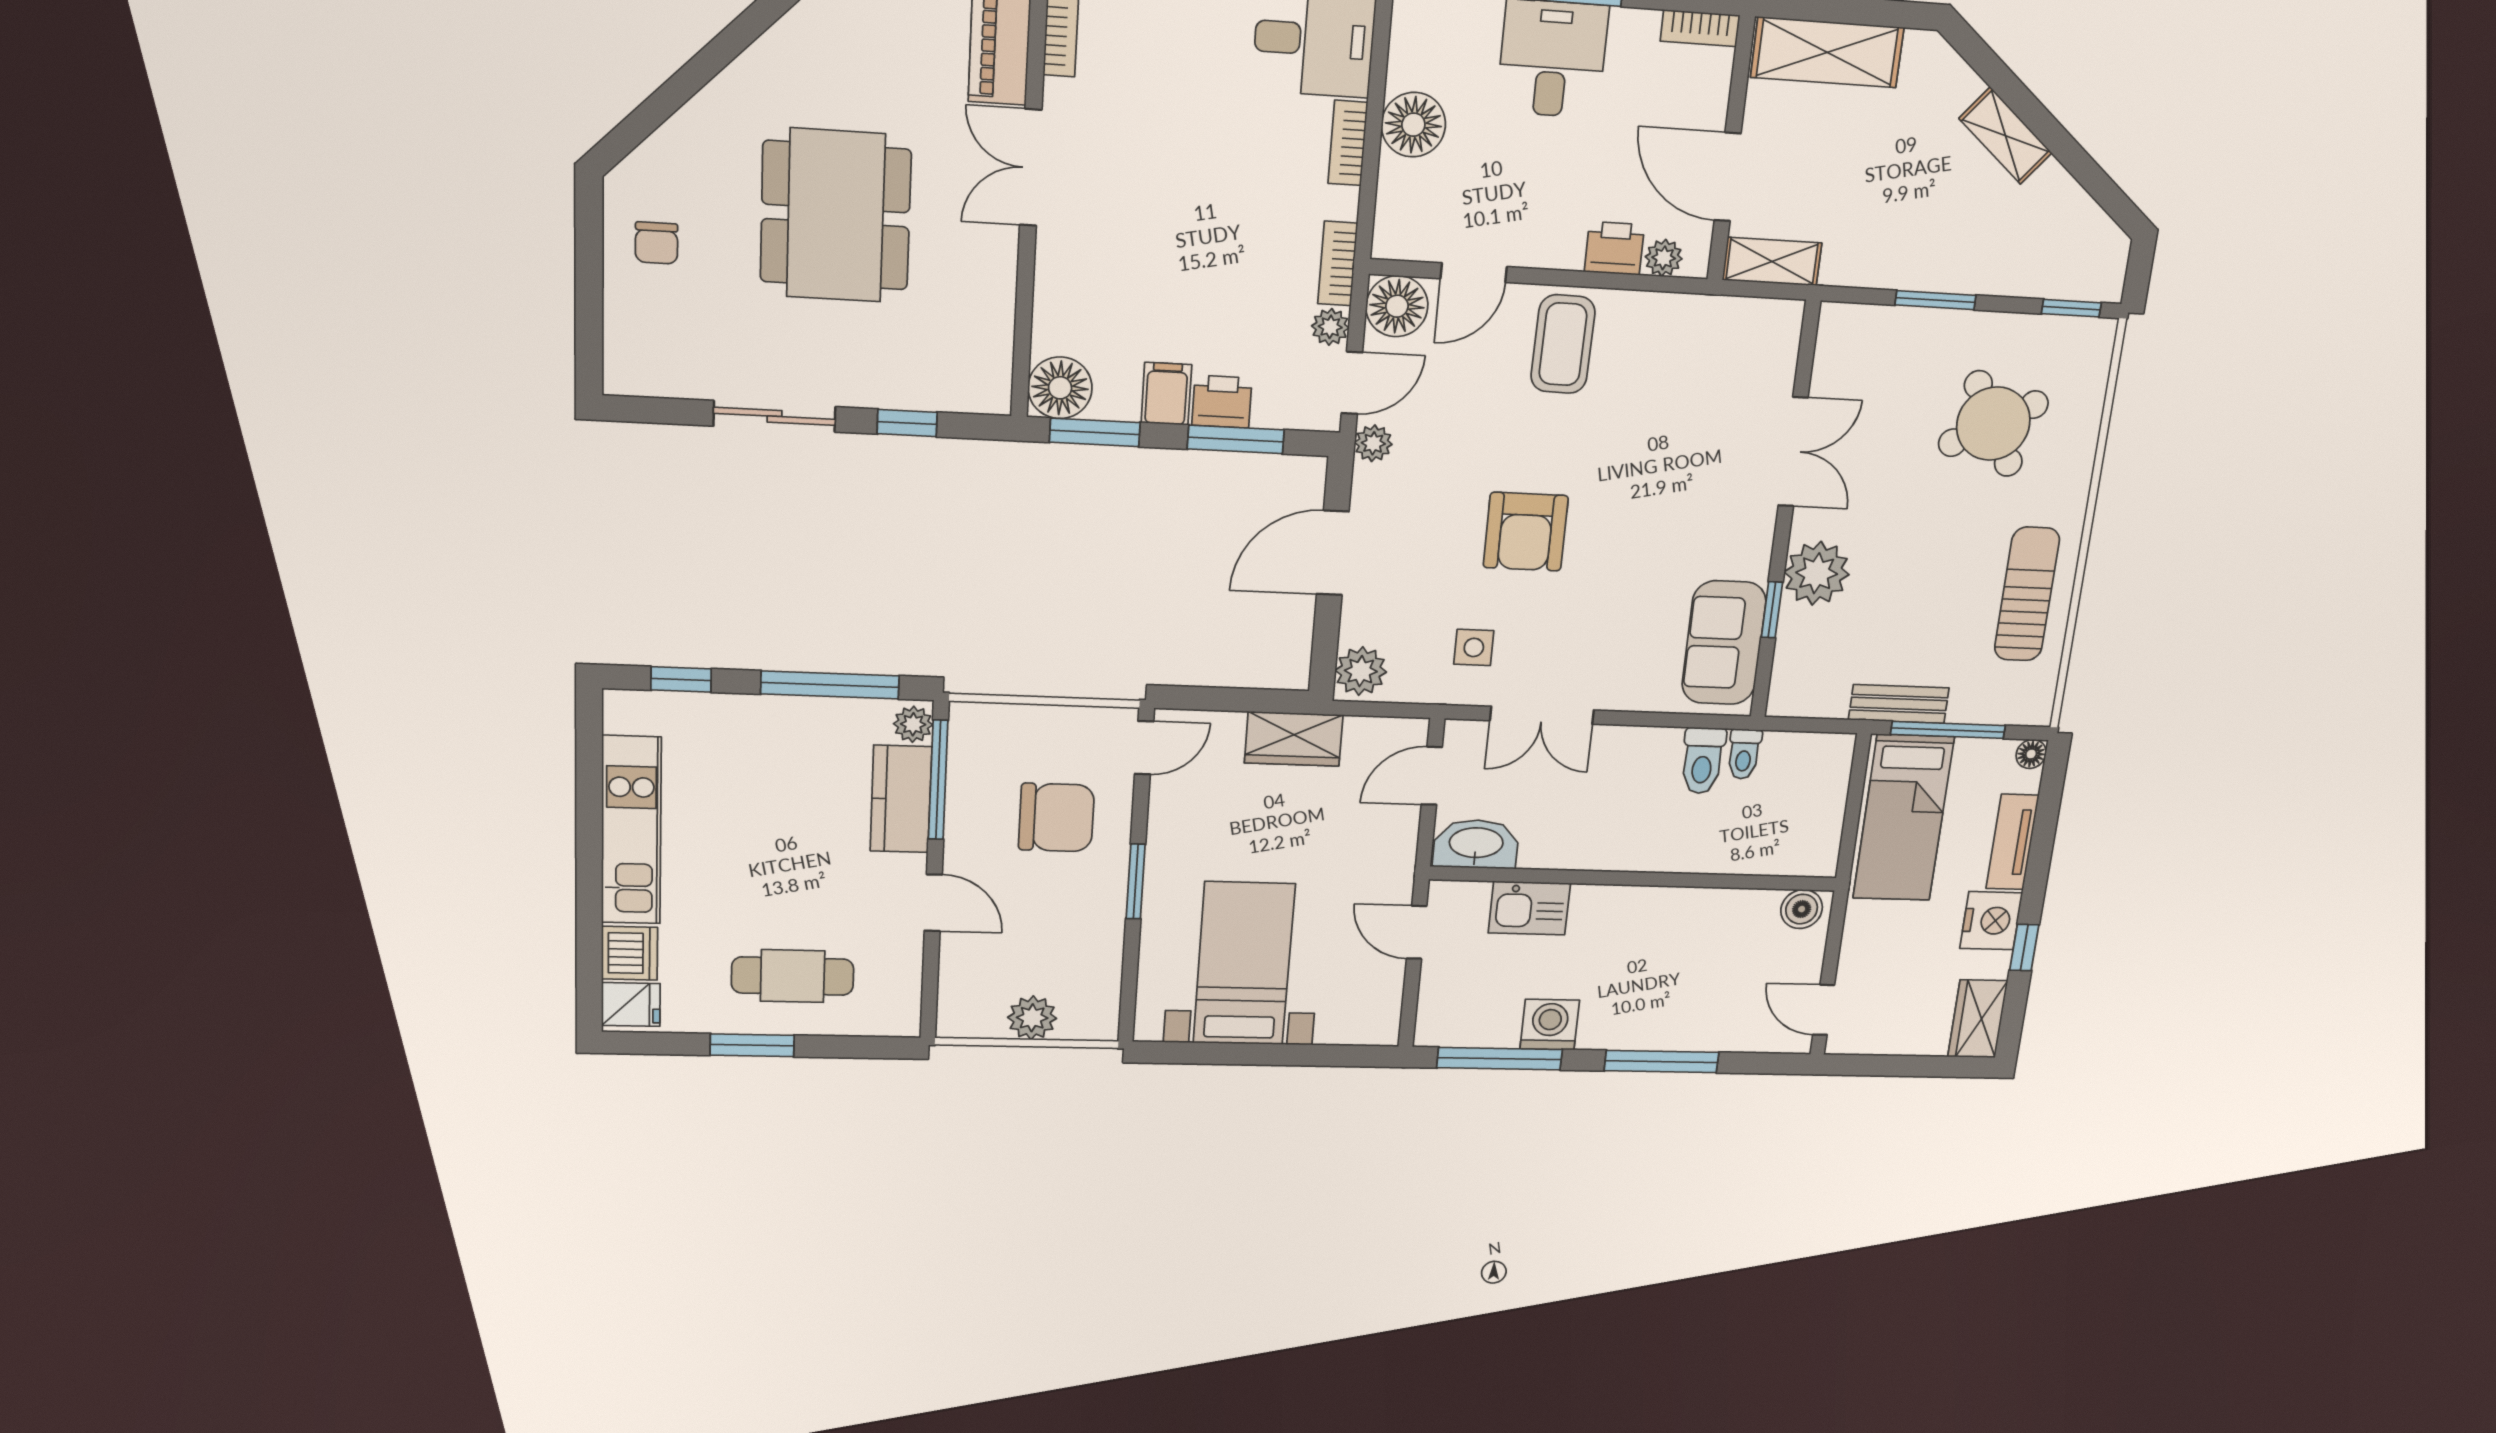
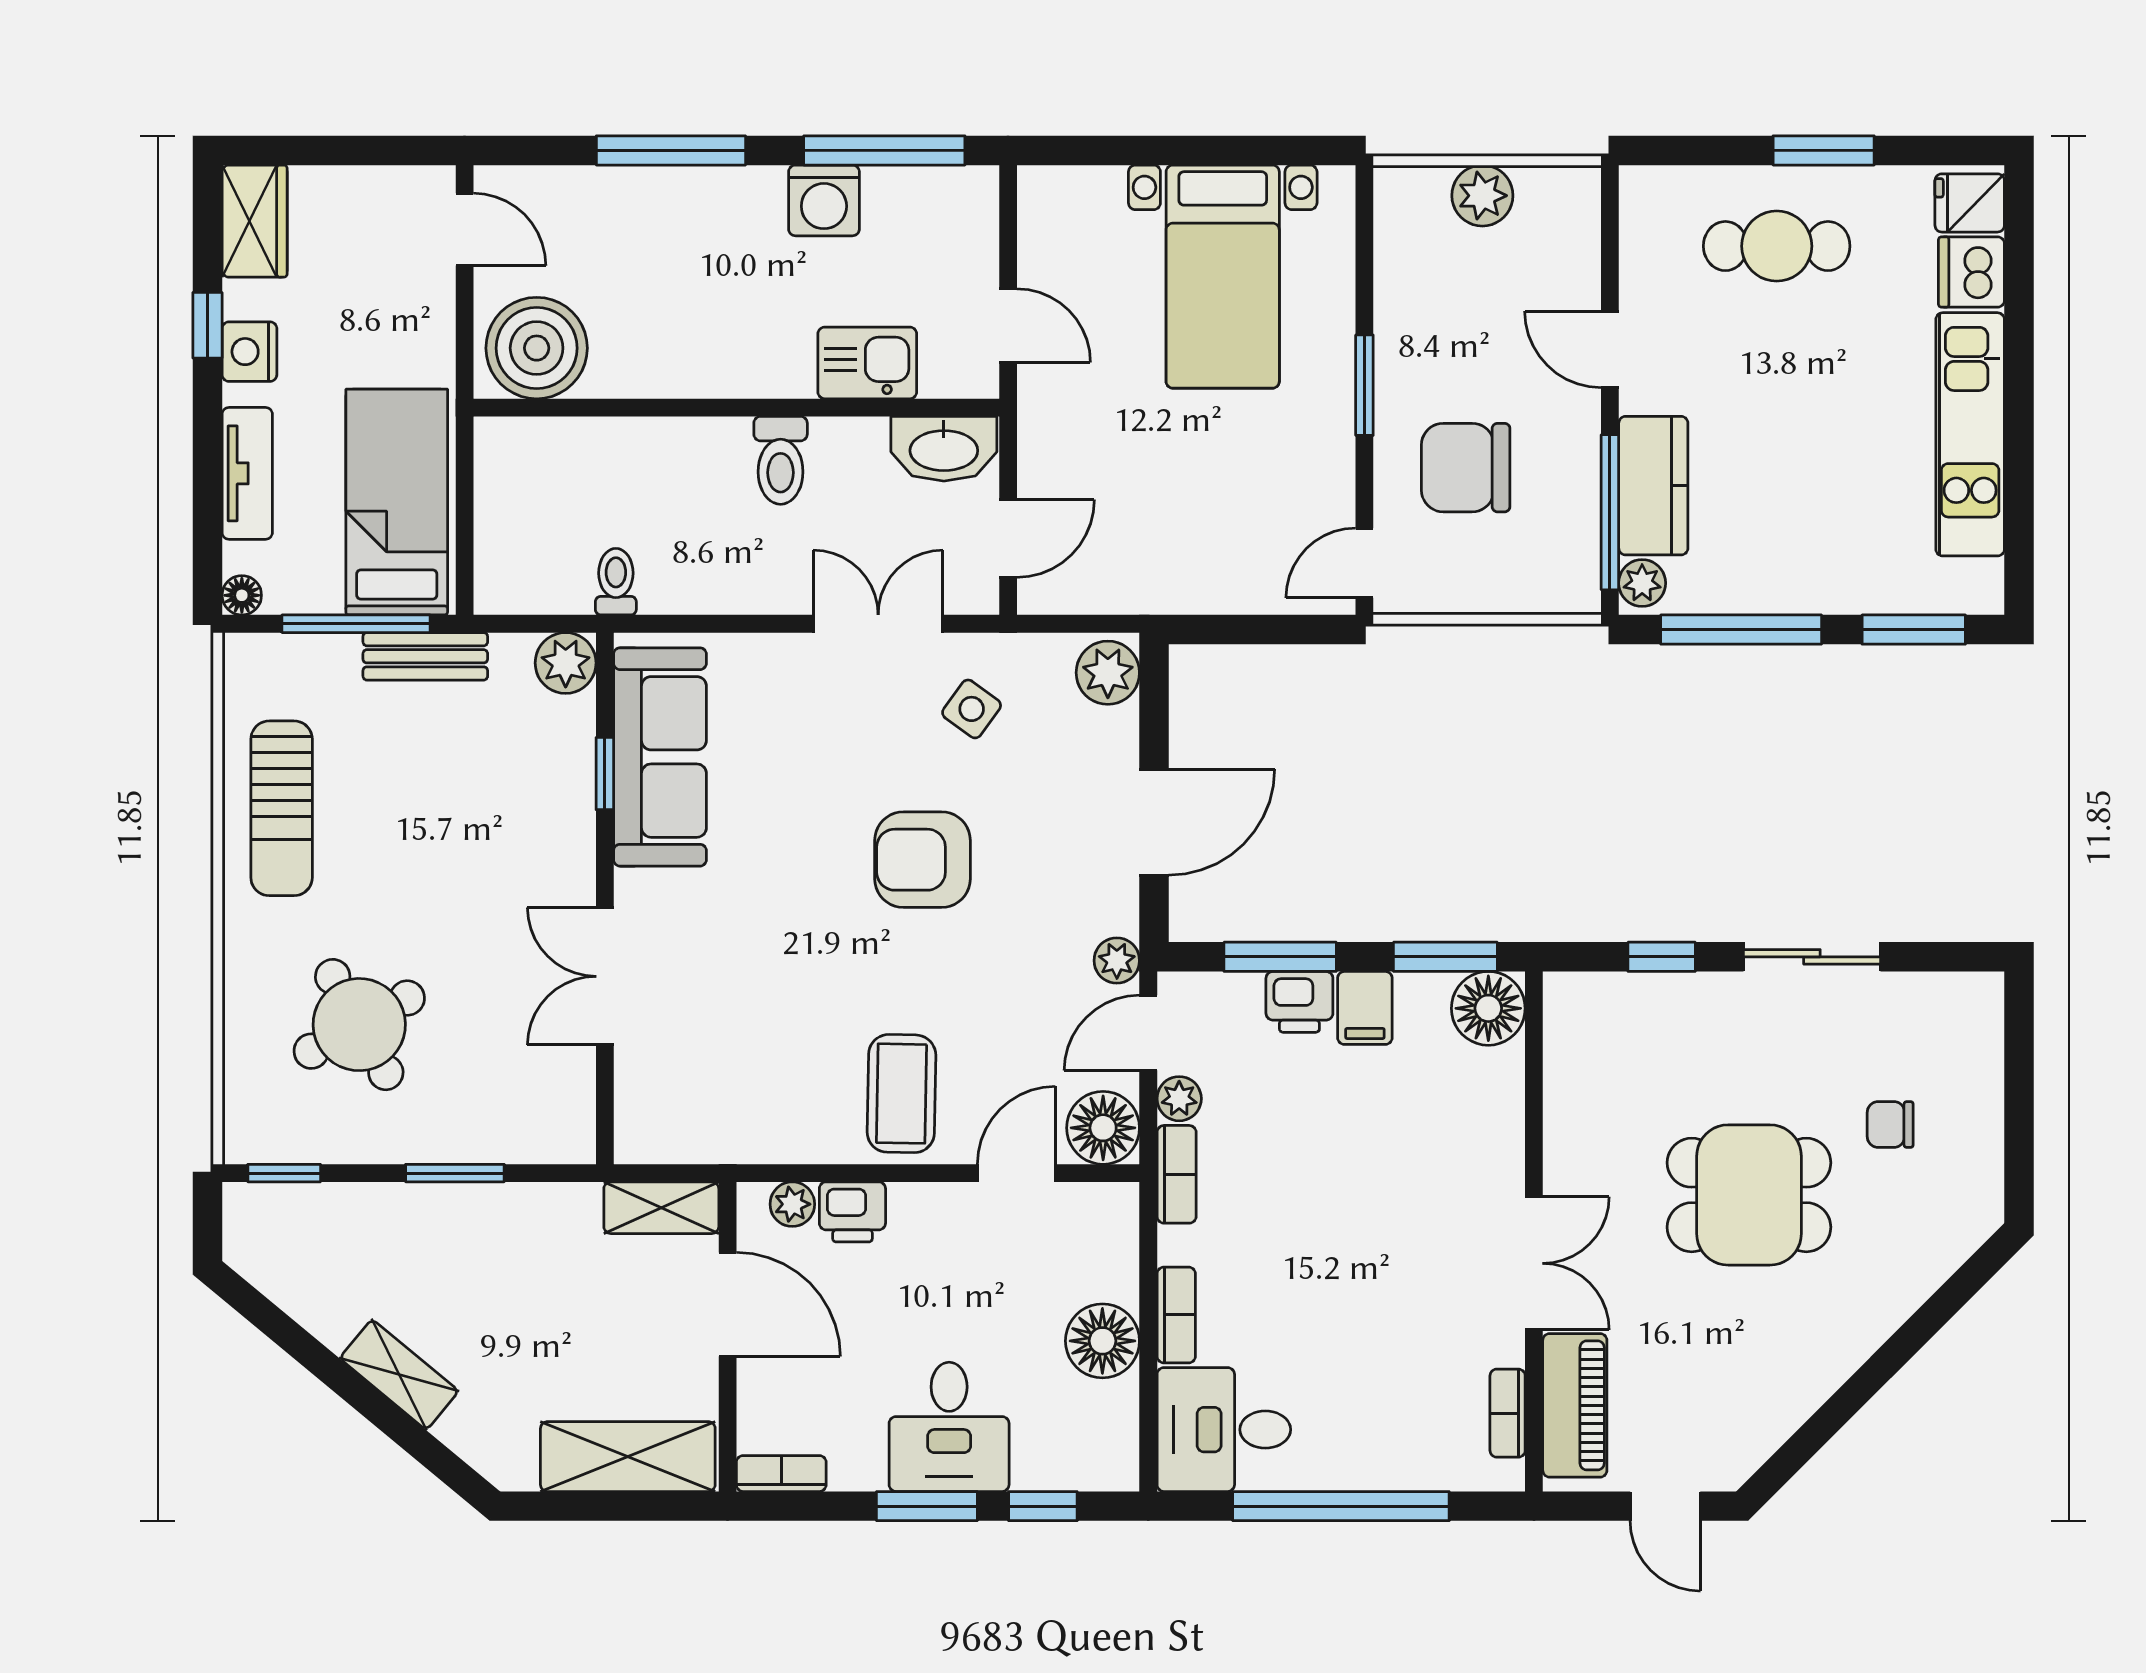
dining table: (836, 216) -> (1749, 1195), width x0.73
chair: (656, 243) -> (1890, 1124), moved, turned -90
armchair: (1526, 532) -> (922, 860), turned -90
plant: (1817, 573) -> (566, 663), moved, width x0.73, depth x0.73
sofa: (1724, 643) -> (660, 757), width x1.36
side table: (1474, 647) -> (972, 709), turned 36
window: (681, 679) -> (1914, 630), width x1.50
wardrobe: (1294, 739) -> (1183, 581), removed
toilet: (1703, 761) -> (781, 460), moved, turned 180
boiler: (1802, 909) -> (537, 348), width x1.86, depth x1.86
nightstand: (1991, 921) -> (249, 352), width x0.74, depth x0.75

